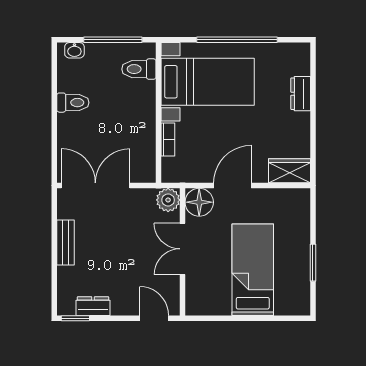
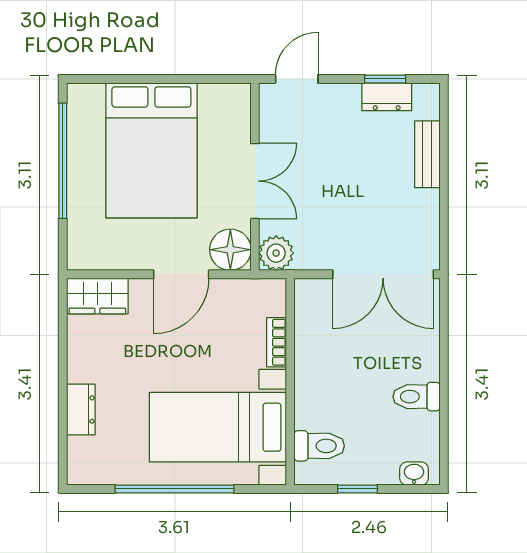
window: (113, 40) -> (357, 489), width x0.46
bench: (65, 243) -> (427, 154), moved
window: (313, 263) -> (63, 161), width x2.11
bed: (253, 270) -> (151, 150), width x1.50
window: (75, 318) -> (385, 79), moved
door: (154, 318) -> (297, 79), swing flipped

